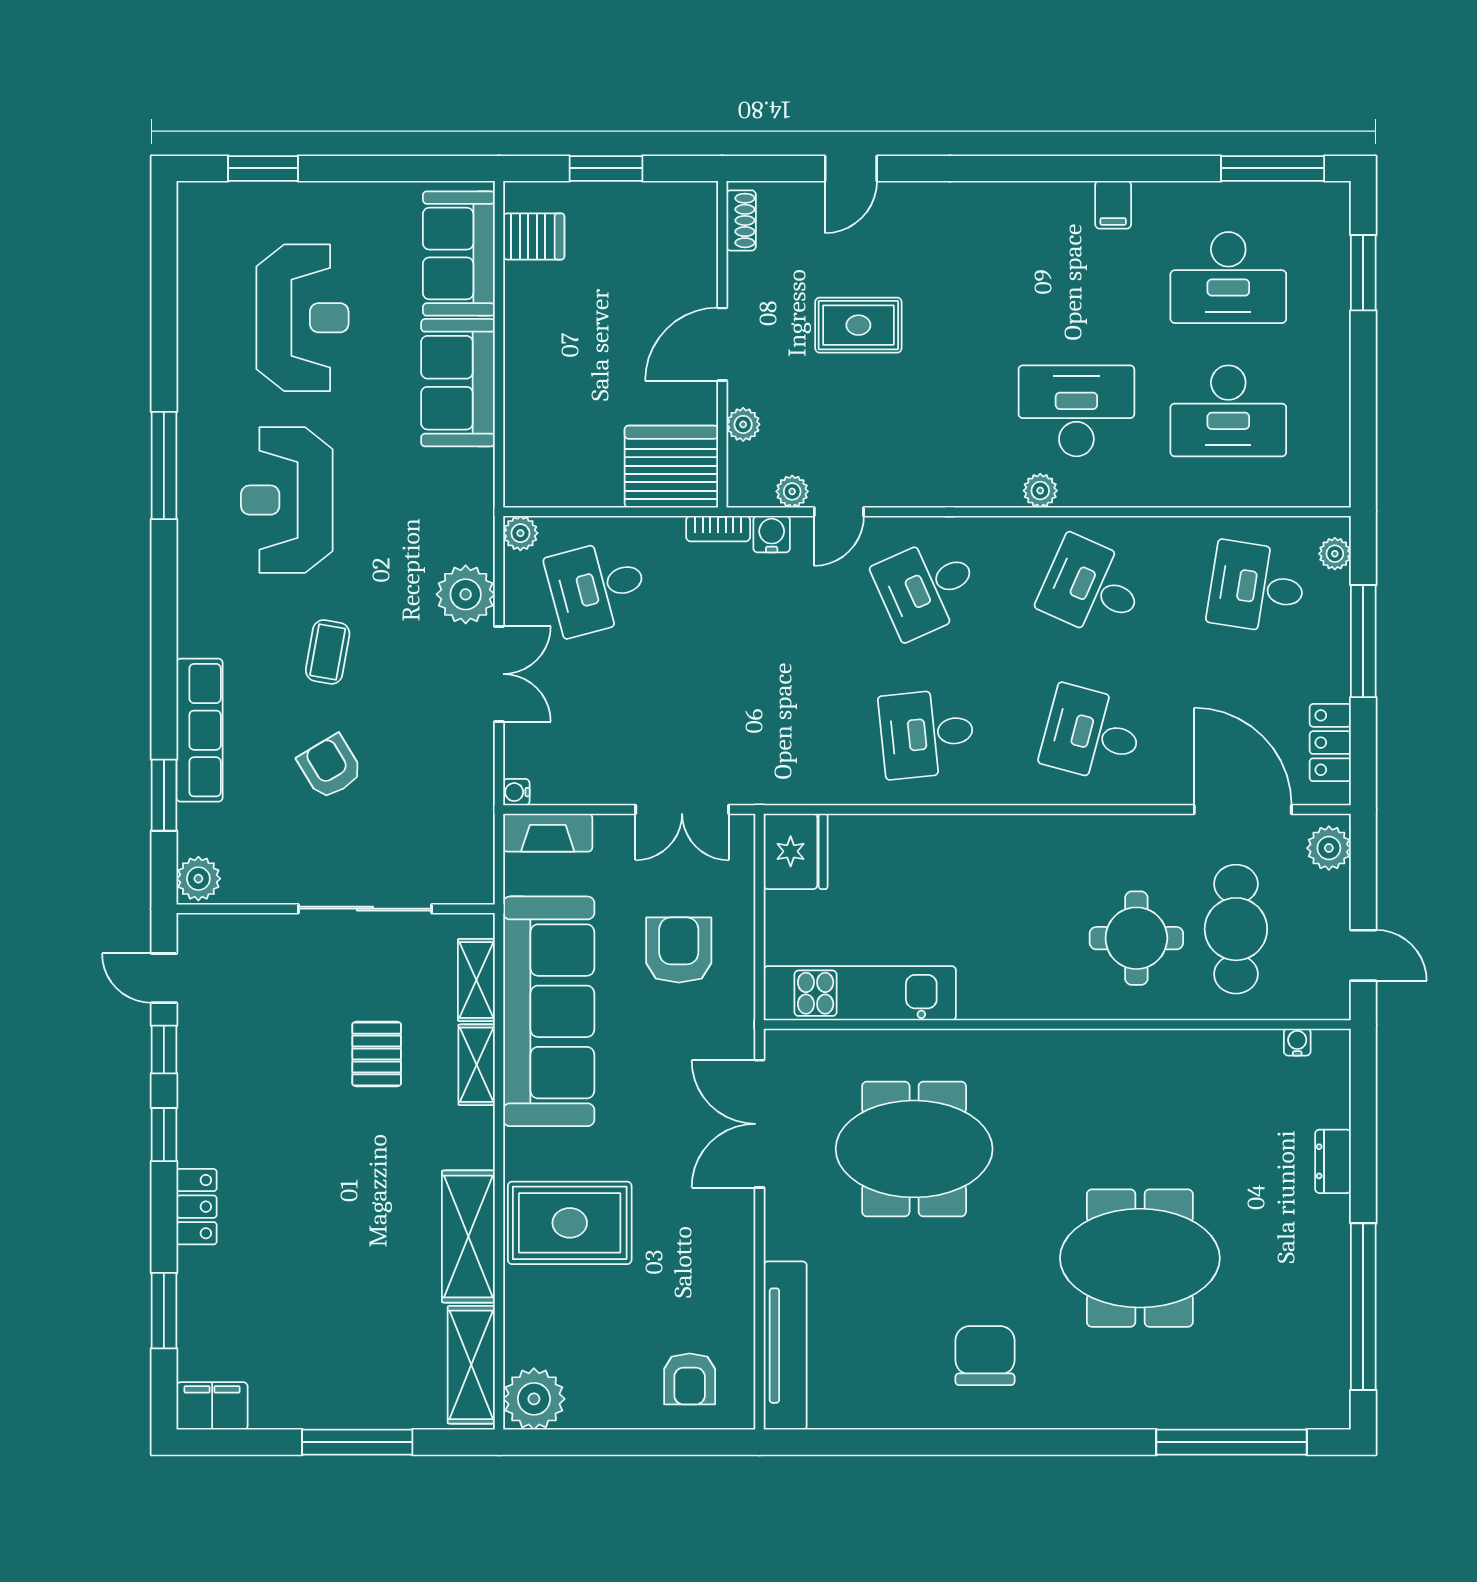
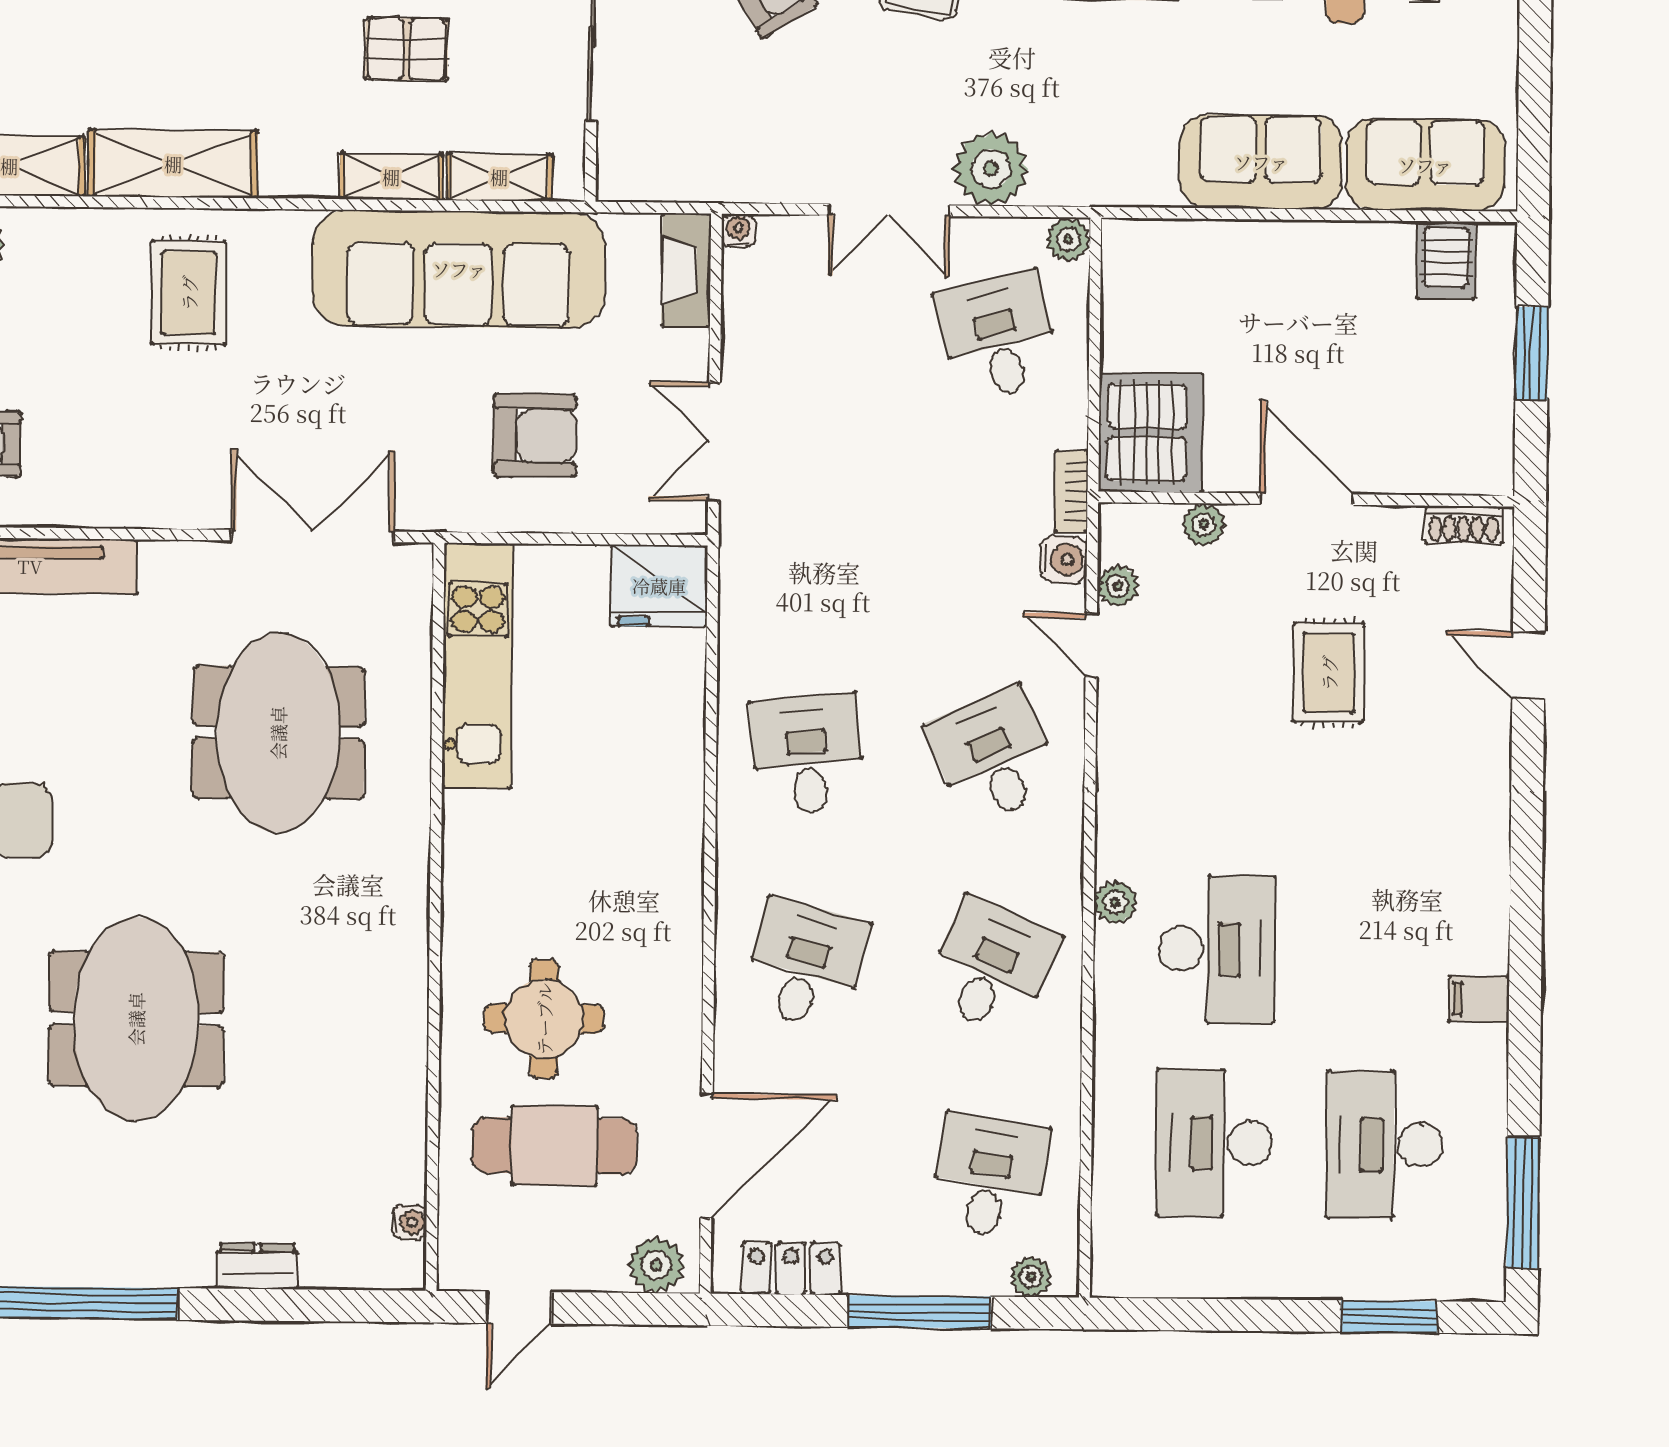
rug: (570, 1223) -> (189, 293), width x0.73, depth x0.70

